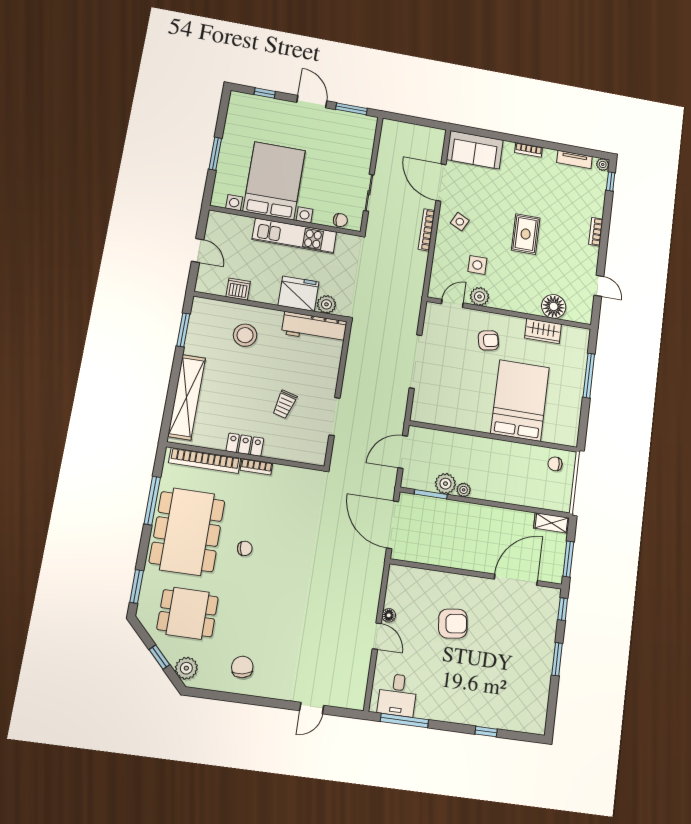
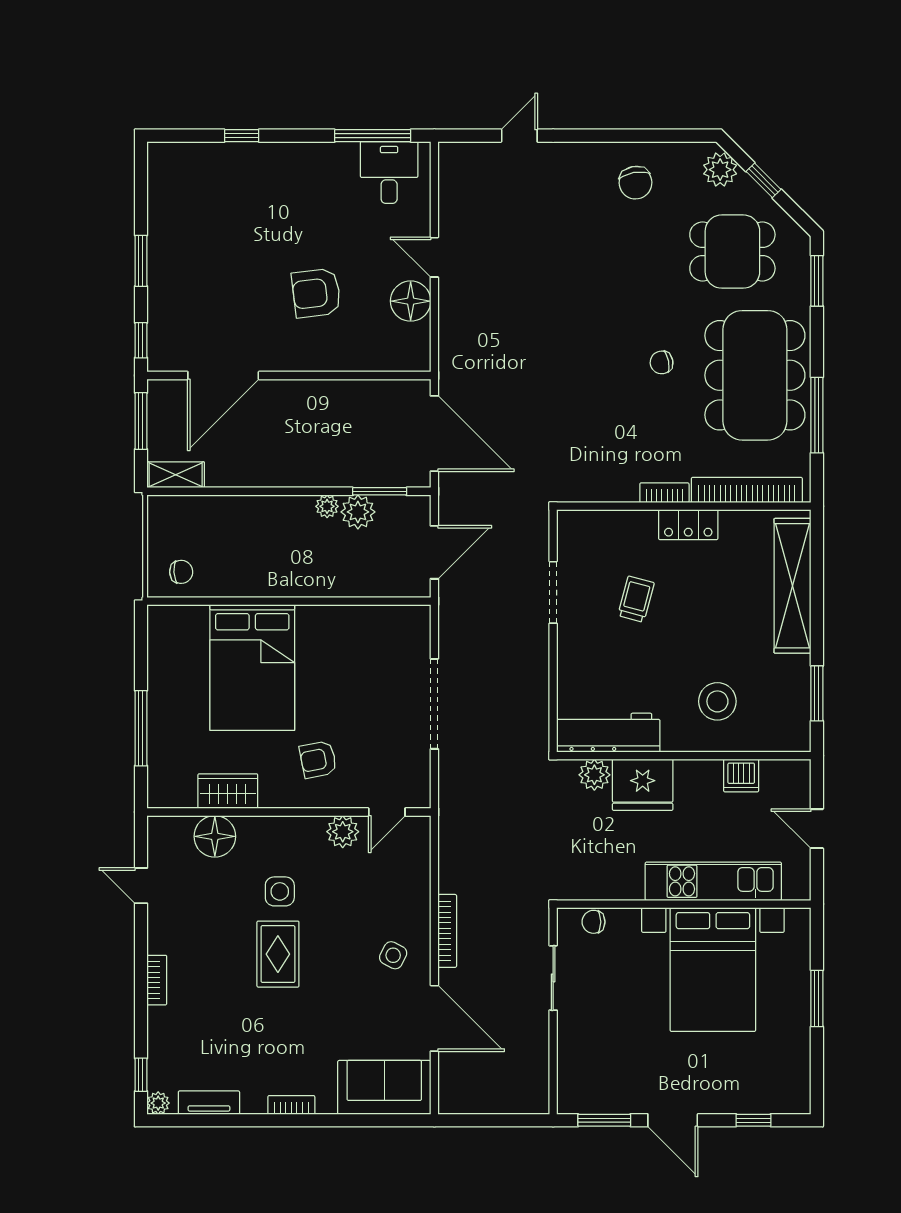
kitchen unit: (294, 236) -> (713, 881), moved
side table: (477, 265) -> (280, 891), moved
floor lamp: (389, 615) -> (411, 301), width x1.89, depth x1.89

